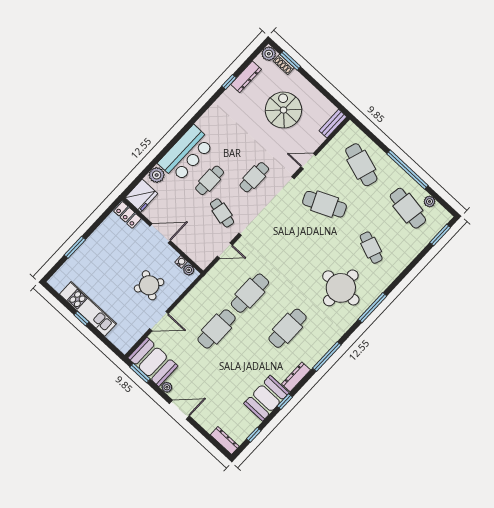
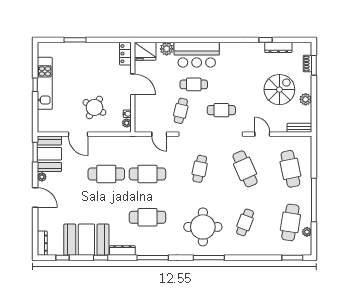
plant: (269, 54) -> (306, 99), moved
cafe table: (361, 165) -> (290, 169), turned -30
cafe table: (288, 244) -> (200, 169), added
booth: (266, 398) -> (86, 240), width x1.36, depth x1.42

